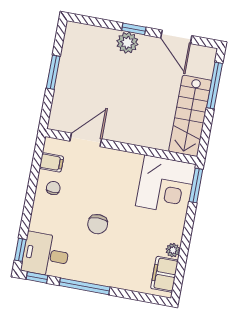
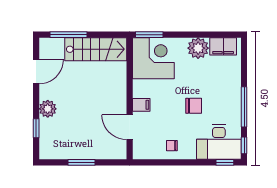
window: (134, 29) -> (36, 128), moved
filing cabinet: (51, 162) -> (141, 105), moved, turned 90
plant: (173, 250) -> (198, 48), width x1.87, depth x1.87
desk: (46, 255) -> (219, 142), width x1.37

